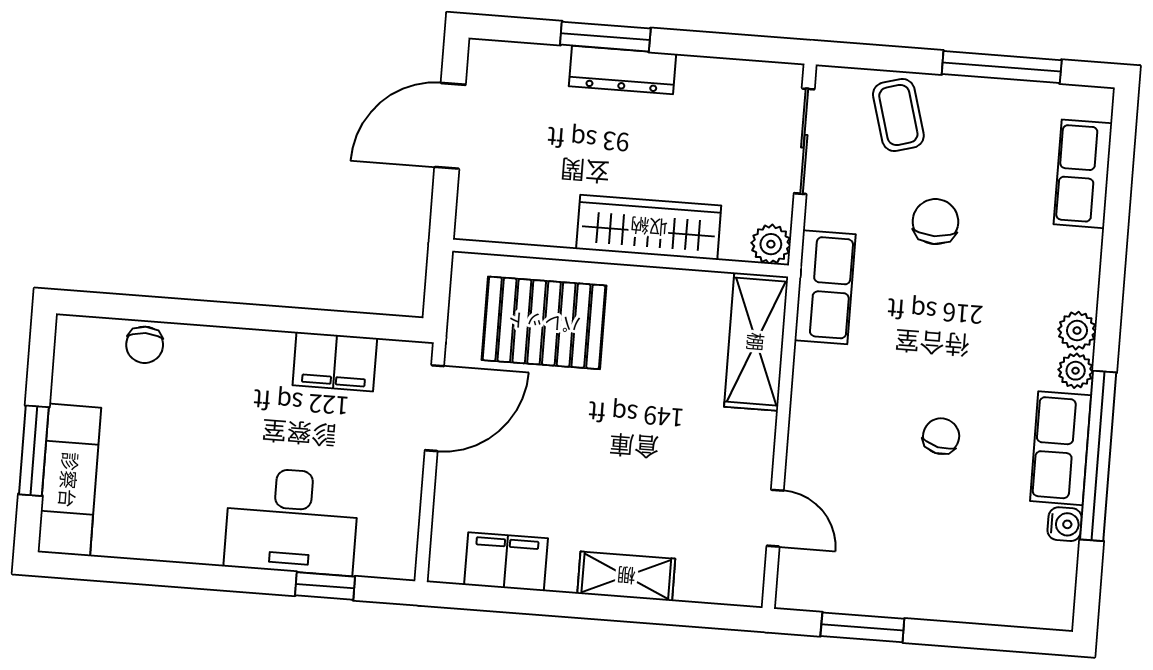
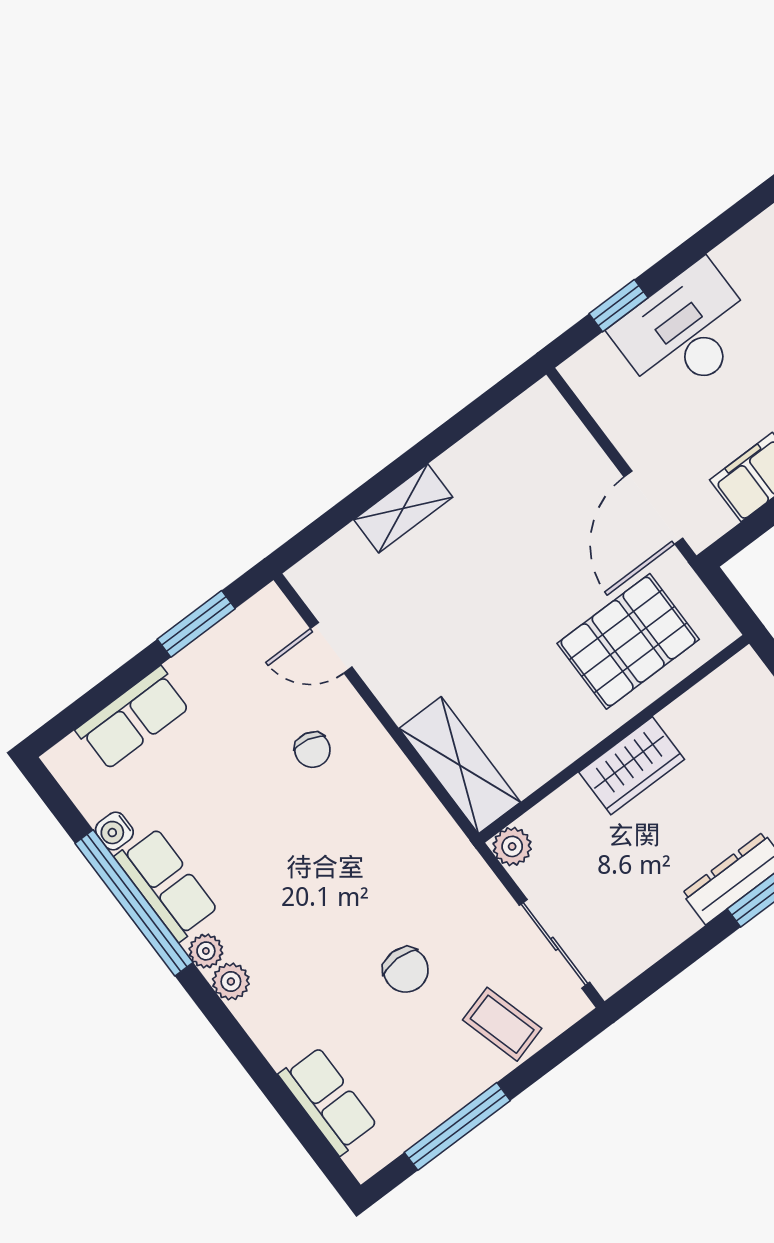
wardrobe: (649, 227) -> (632, 766), width x0.67
row of seats: (825, 287) -> (133, 718), moved, turned -90
chair: (941, 436) -> (312, 750), moved
filing cabinet: (506, 562) -> (501, 441), removed

